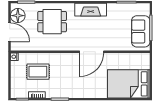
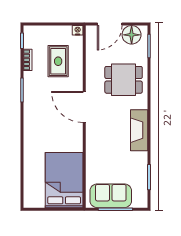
dining table: (52, 22) -> (124, 80), turned 90
door: (92, 52) -> (84, 107), moved
bed: (129, 84) -> (64, 180), moved

